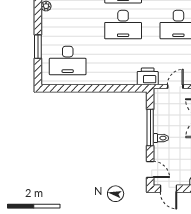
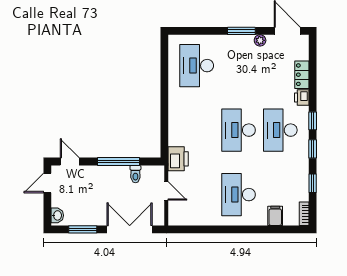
window: (38, 47) -> (241, 31), moved
toilet: (161, 138) -> (135, 174), moved
door: (150, 170) -> (70, 162), swing flipped

